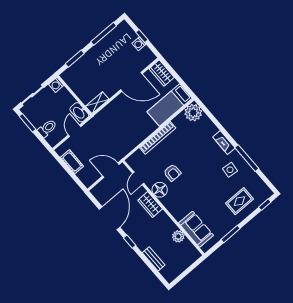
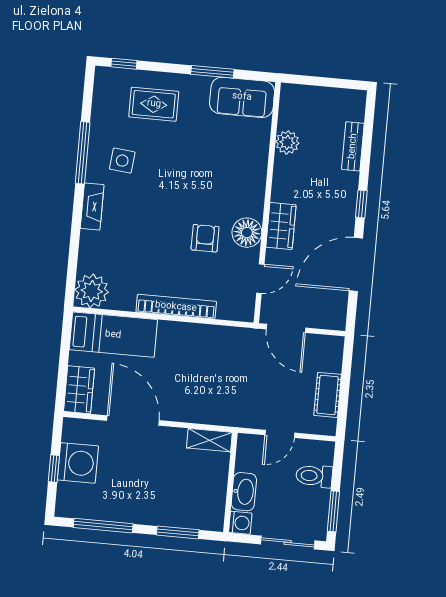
washing machine: (139, 44) -> (78, 463), width x1.89, depth x1.89
washbasin: (79, 112) -> (244, 492), moved
sofa: (196, 229) -> (242, 97), moved, turned -90

